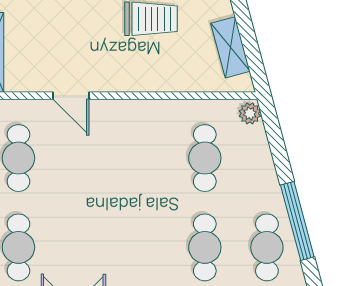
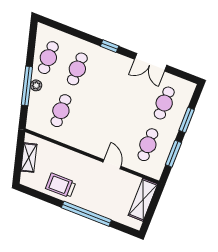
plant: (250, 113) -> (36, 85), moved
window: (297, 221) -> (27, 86), moved

